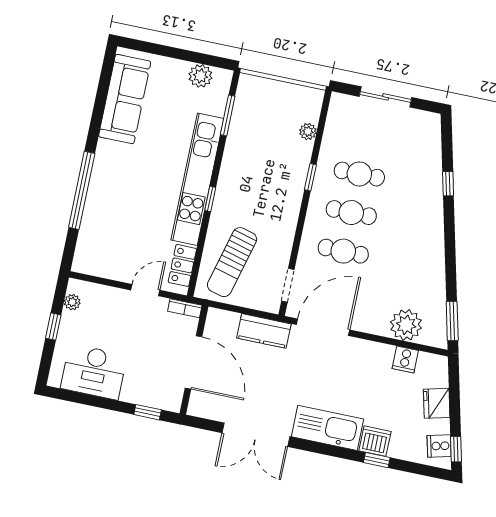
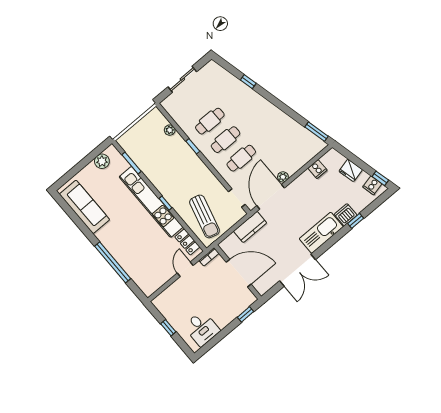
plant: (72, 302) -> (163, 309), removed
plant: (406, 325) -> (283, 177), moved, width x0.53, depth x0.53
desk: (94, 372) -> (202, 328), width x0.73

